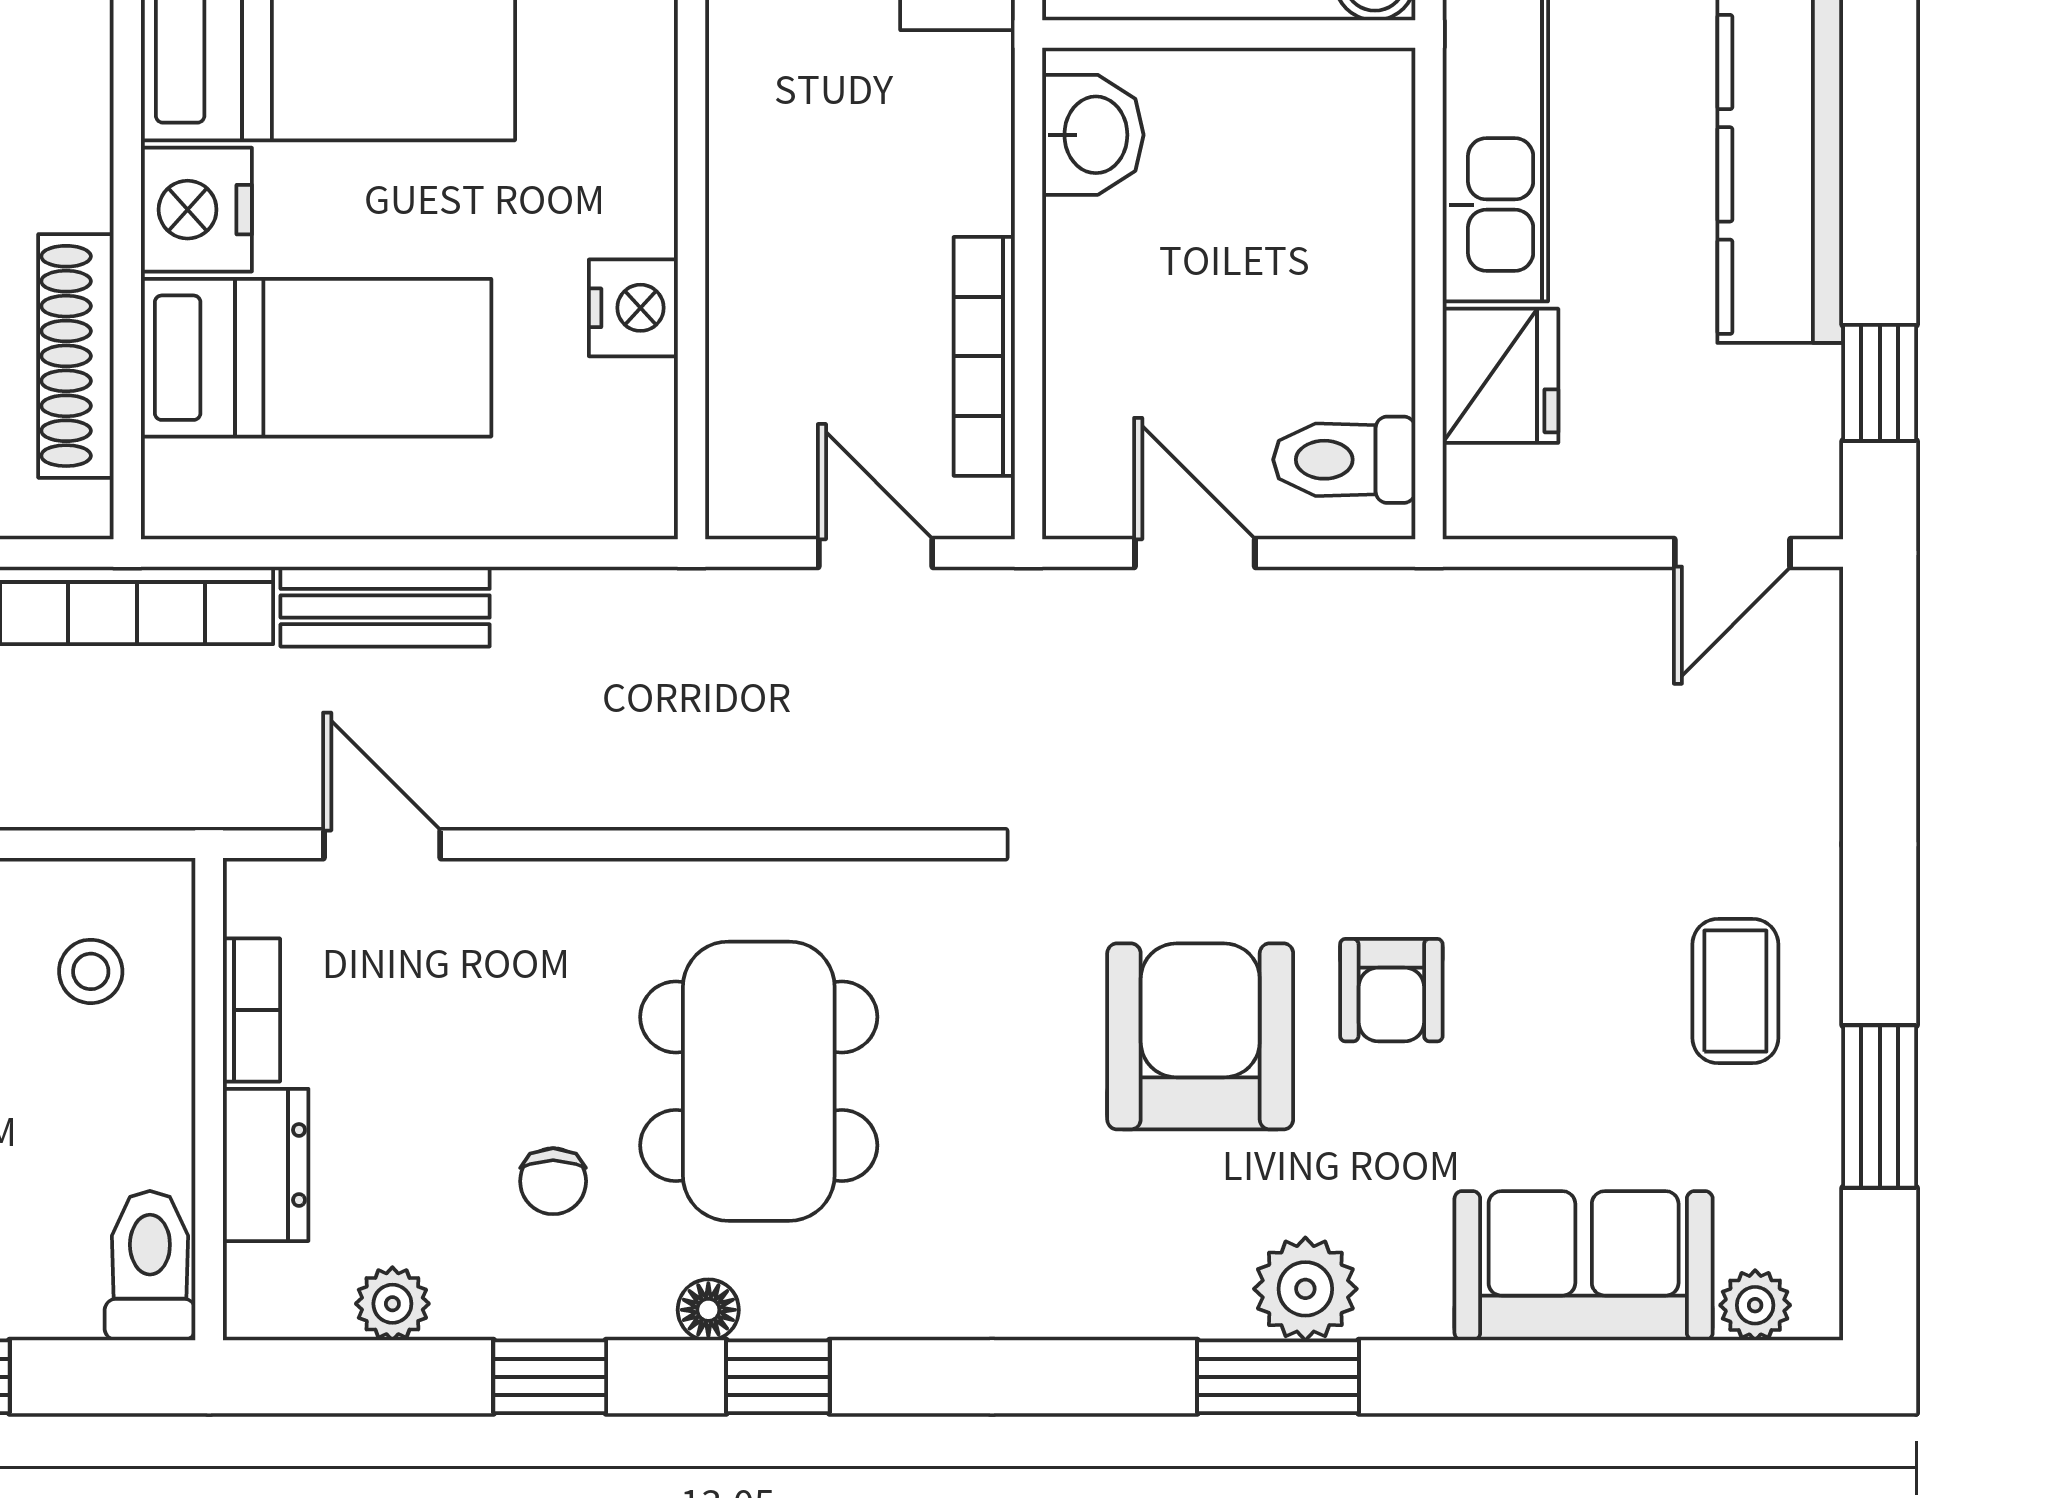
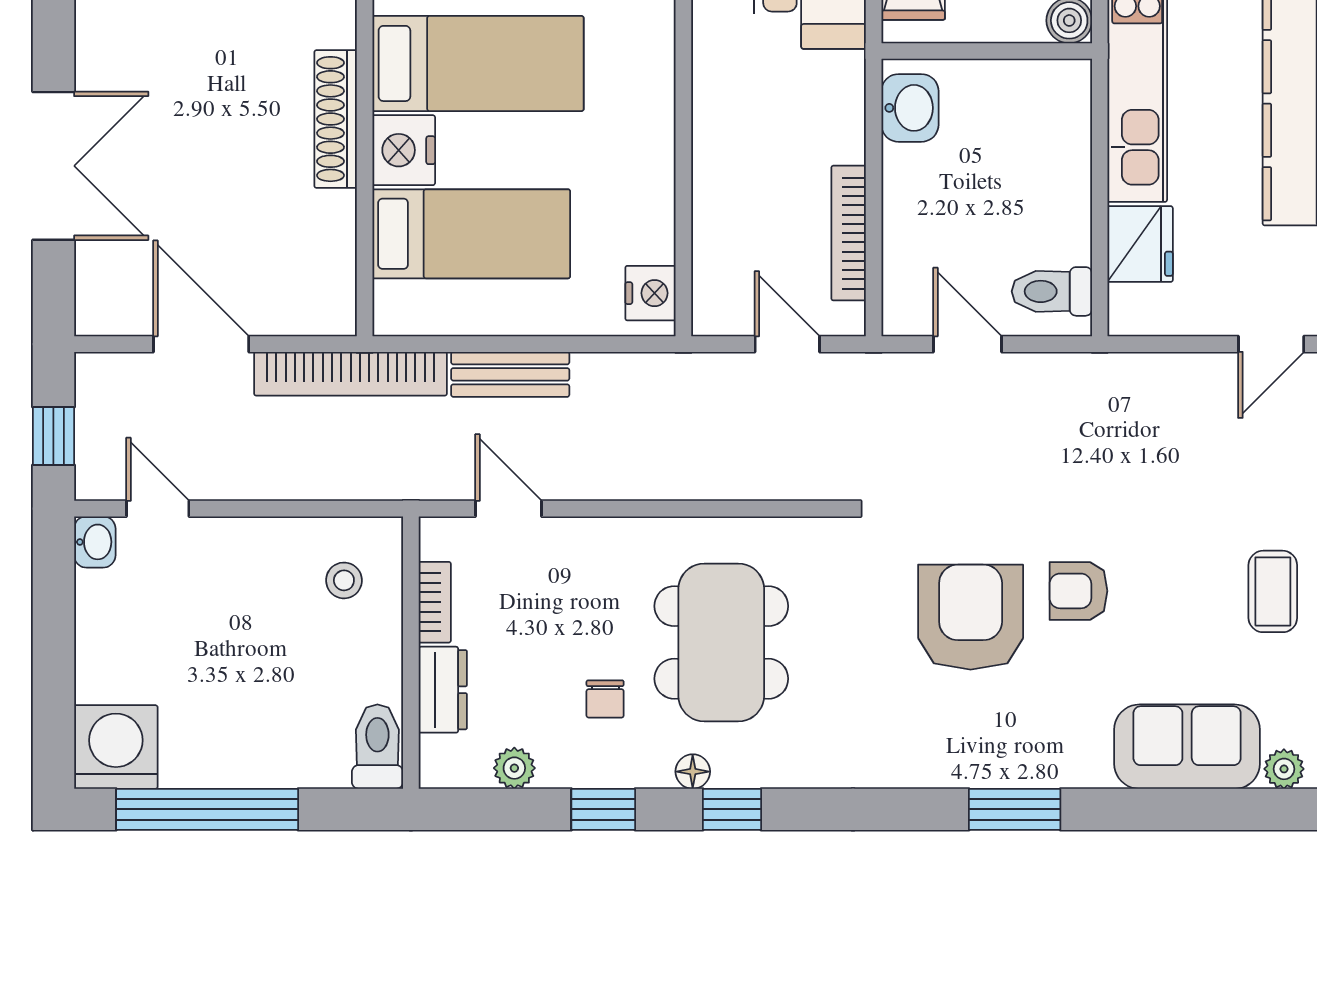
nightstand: (633, 308) -> (650, 293), moved
shoe rack: (76, 356) -> (336, 119), moved
armchair: (1391, 990) -> (1079, 591), turned 90
plant: (1305, 1289) -> (1030, 760), removed

